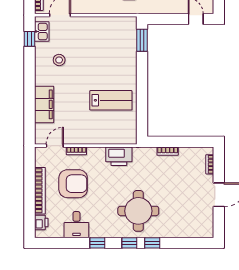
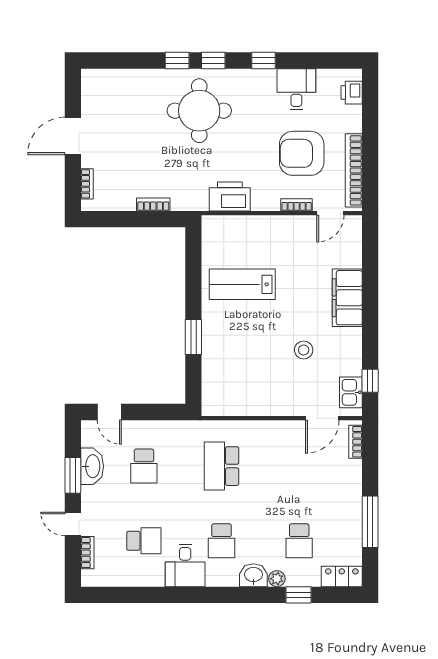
window: (142, 40) -> (193, 337), moved
stool: (59, 60) -> (304, 350), moved
filing cabinet: (44, 104) -> (347, 298), moved
bookcase: (40, 191) -> (354, 170), moved

